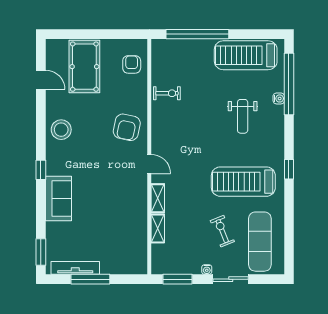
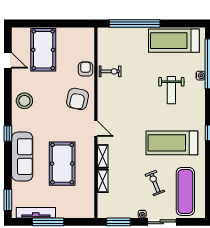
armchair: (132, 64) -> (85, 69), moved
sofa: (58, 198) -> (22, 157), width x1.36
pool table: (108, 207) -> (62, 164), added

